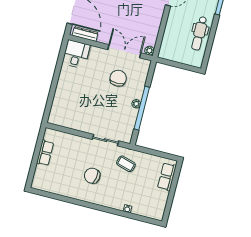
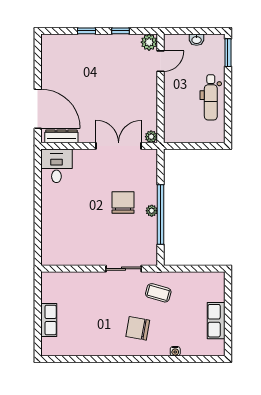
chair: (118, 78) -> (123, 203), moved
row of seats: (45, 153) -> (49, 320), moved
chair: (92, 176) -> (138, 328), moved
row of seats: (167, 177) -> (216, 321), moved

